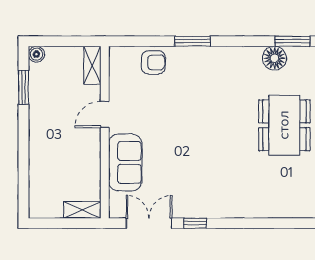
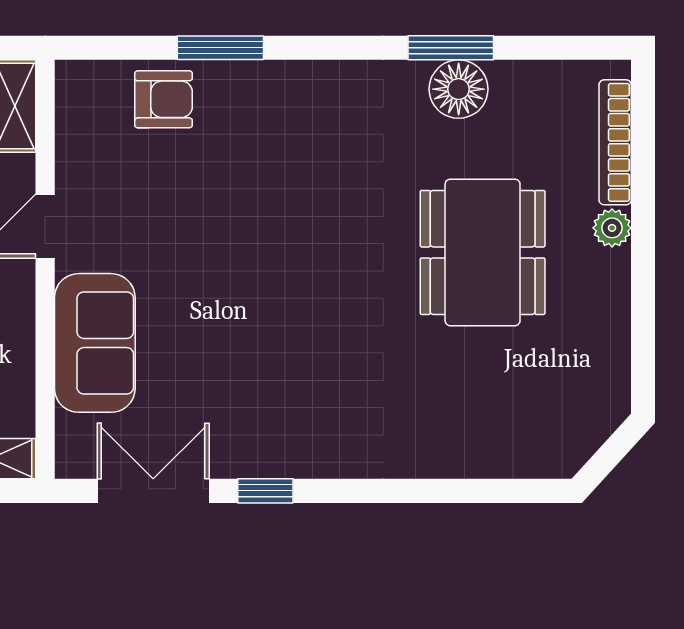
window: (193, 41) -> (220, 48), moved
window: (292, 41) -> (451, 48), moved

